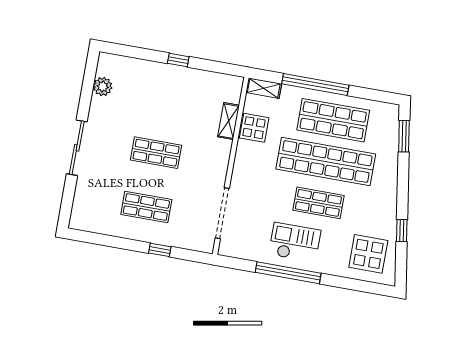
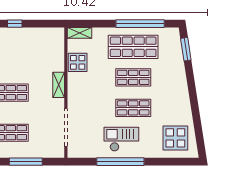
window: (315, 84) -> (140, 24), moved
shelving: (229, 121) -> (59, 85), moved
shop shelf: (326, 162) -> (133, 77), width x0.50, depth x0.74
window: (402, 231) -> (196, 117), removed
window: (160, 250) -> (26, 162), width x2.17

